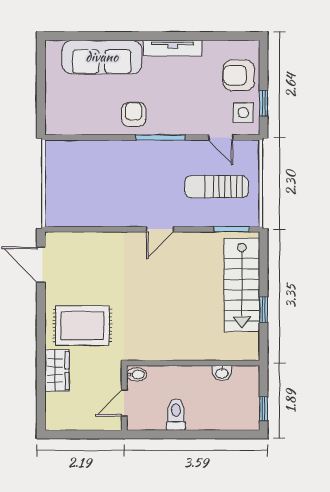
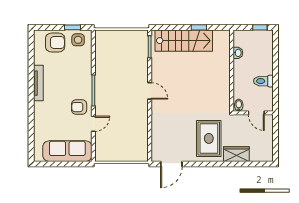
sofa: (102, 57) -> (67, 151), moved, turned -90
armchair: (239, 75) -> (55, 43), turned -90
door: (221, 137) -> (93, 124), moved
sun lounger: (217, 187) -> (123, 56), removed

